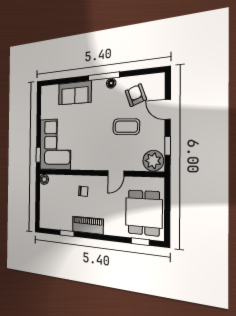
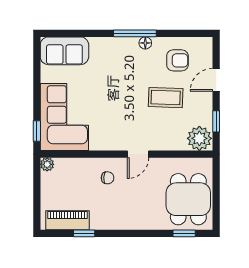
sofa: (75, 93) -> (64, 51), moved
armchair: (136, 95) -> (177, 60), turned 110
door: (168, 109) -> (216, 80), hinge flipped
door: (116, 173) -> (138, 154), moved
piano: (88, 225) -> (67, 220), moved

